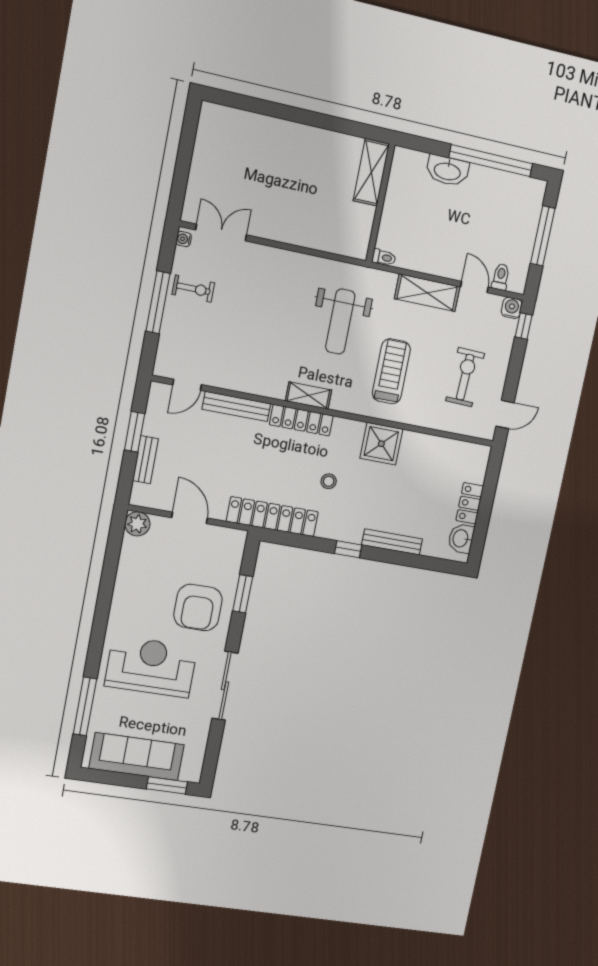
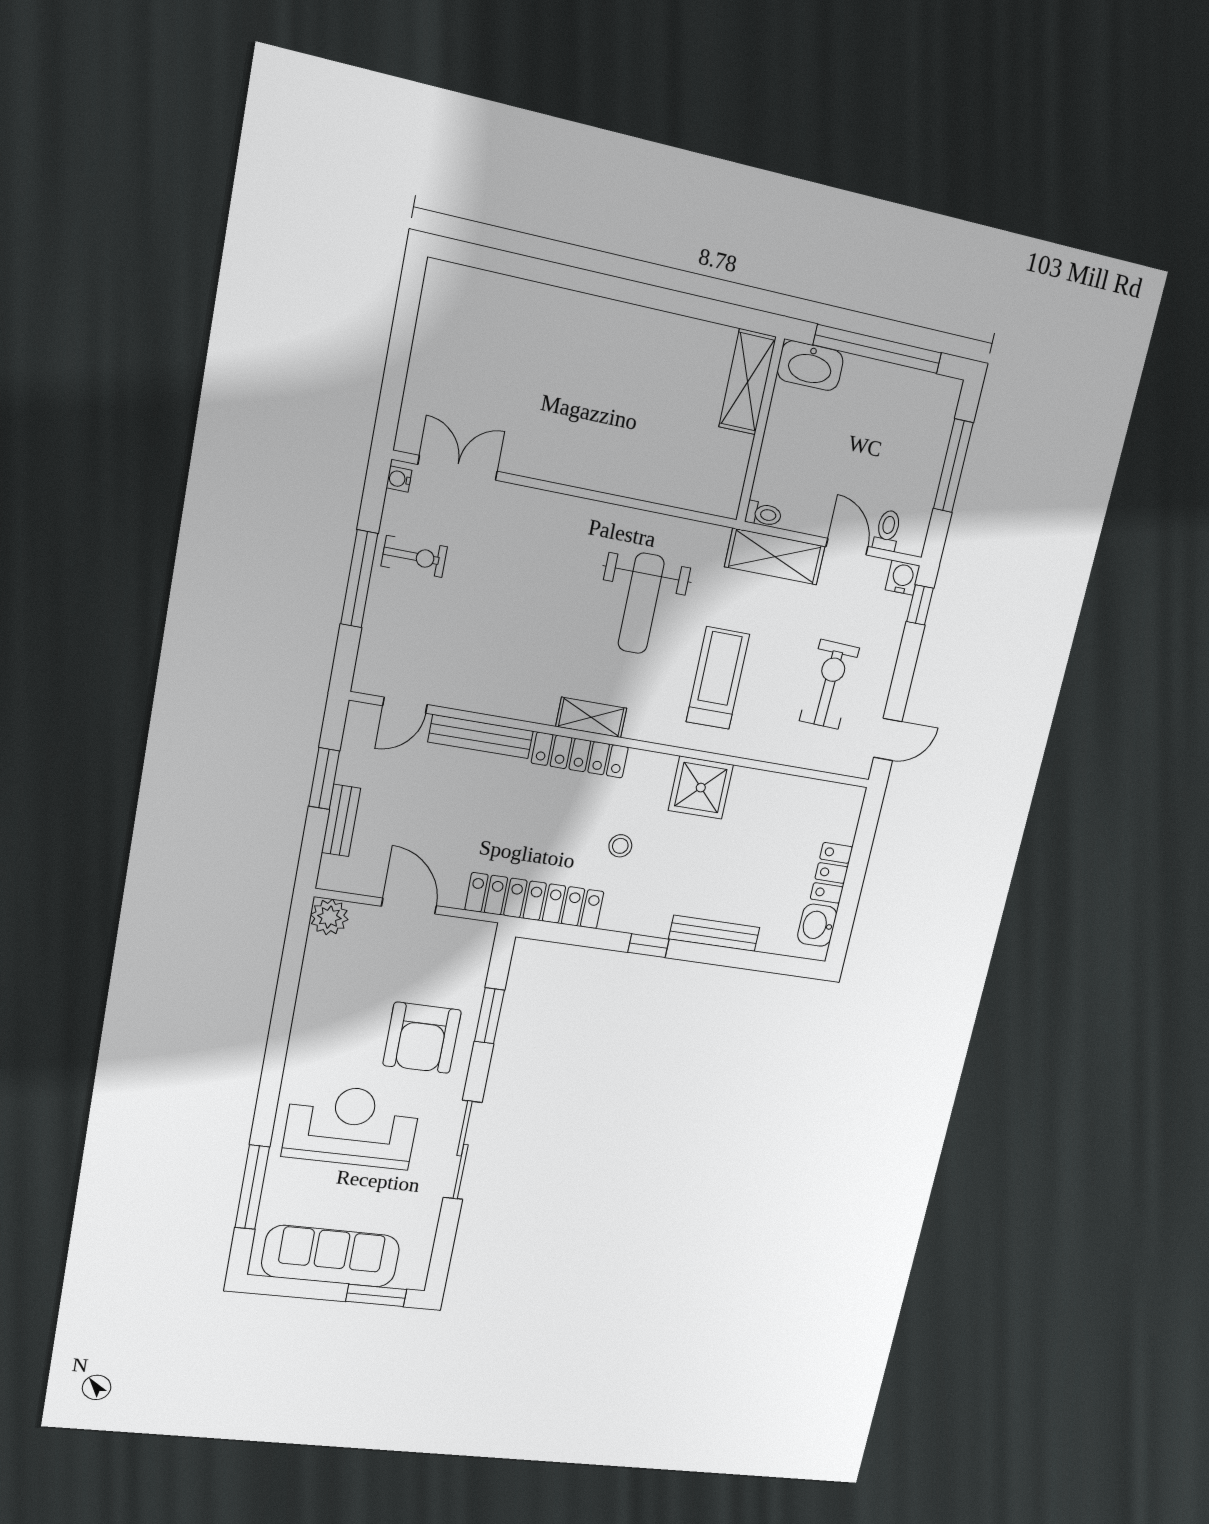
shelving: (371, 172) -> (748, 382), moved
wall: (380, 203) -> (760, 430), moved
toilet: (384, 257) -> (763, 514), moved

